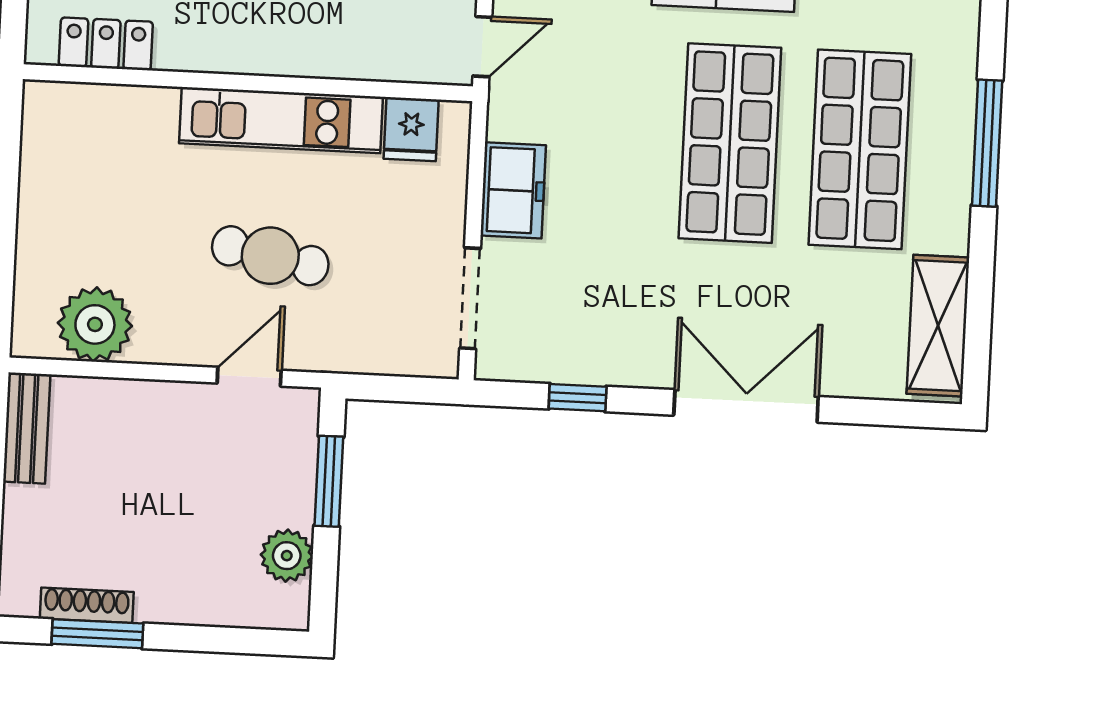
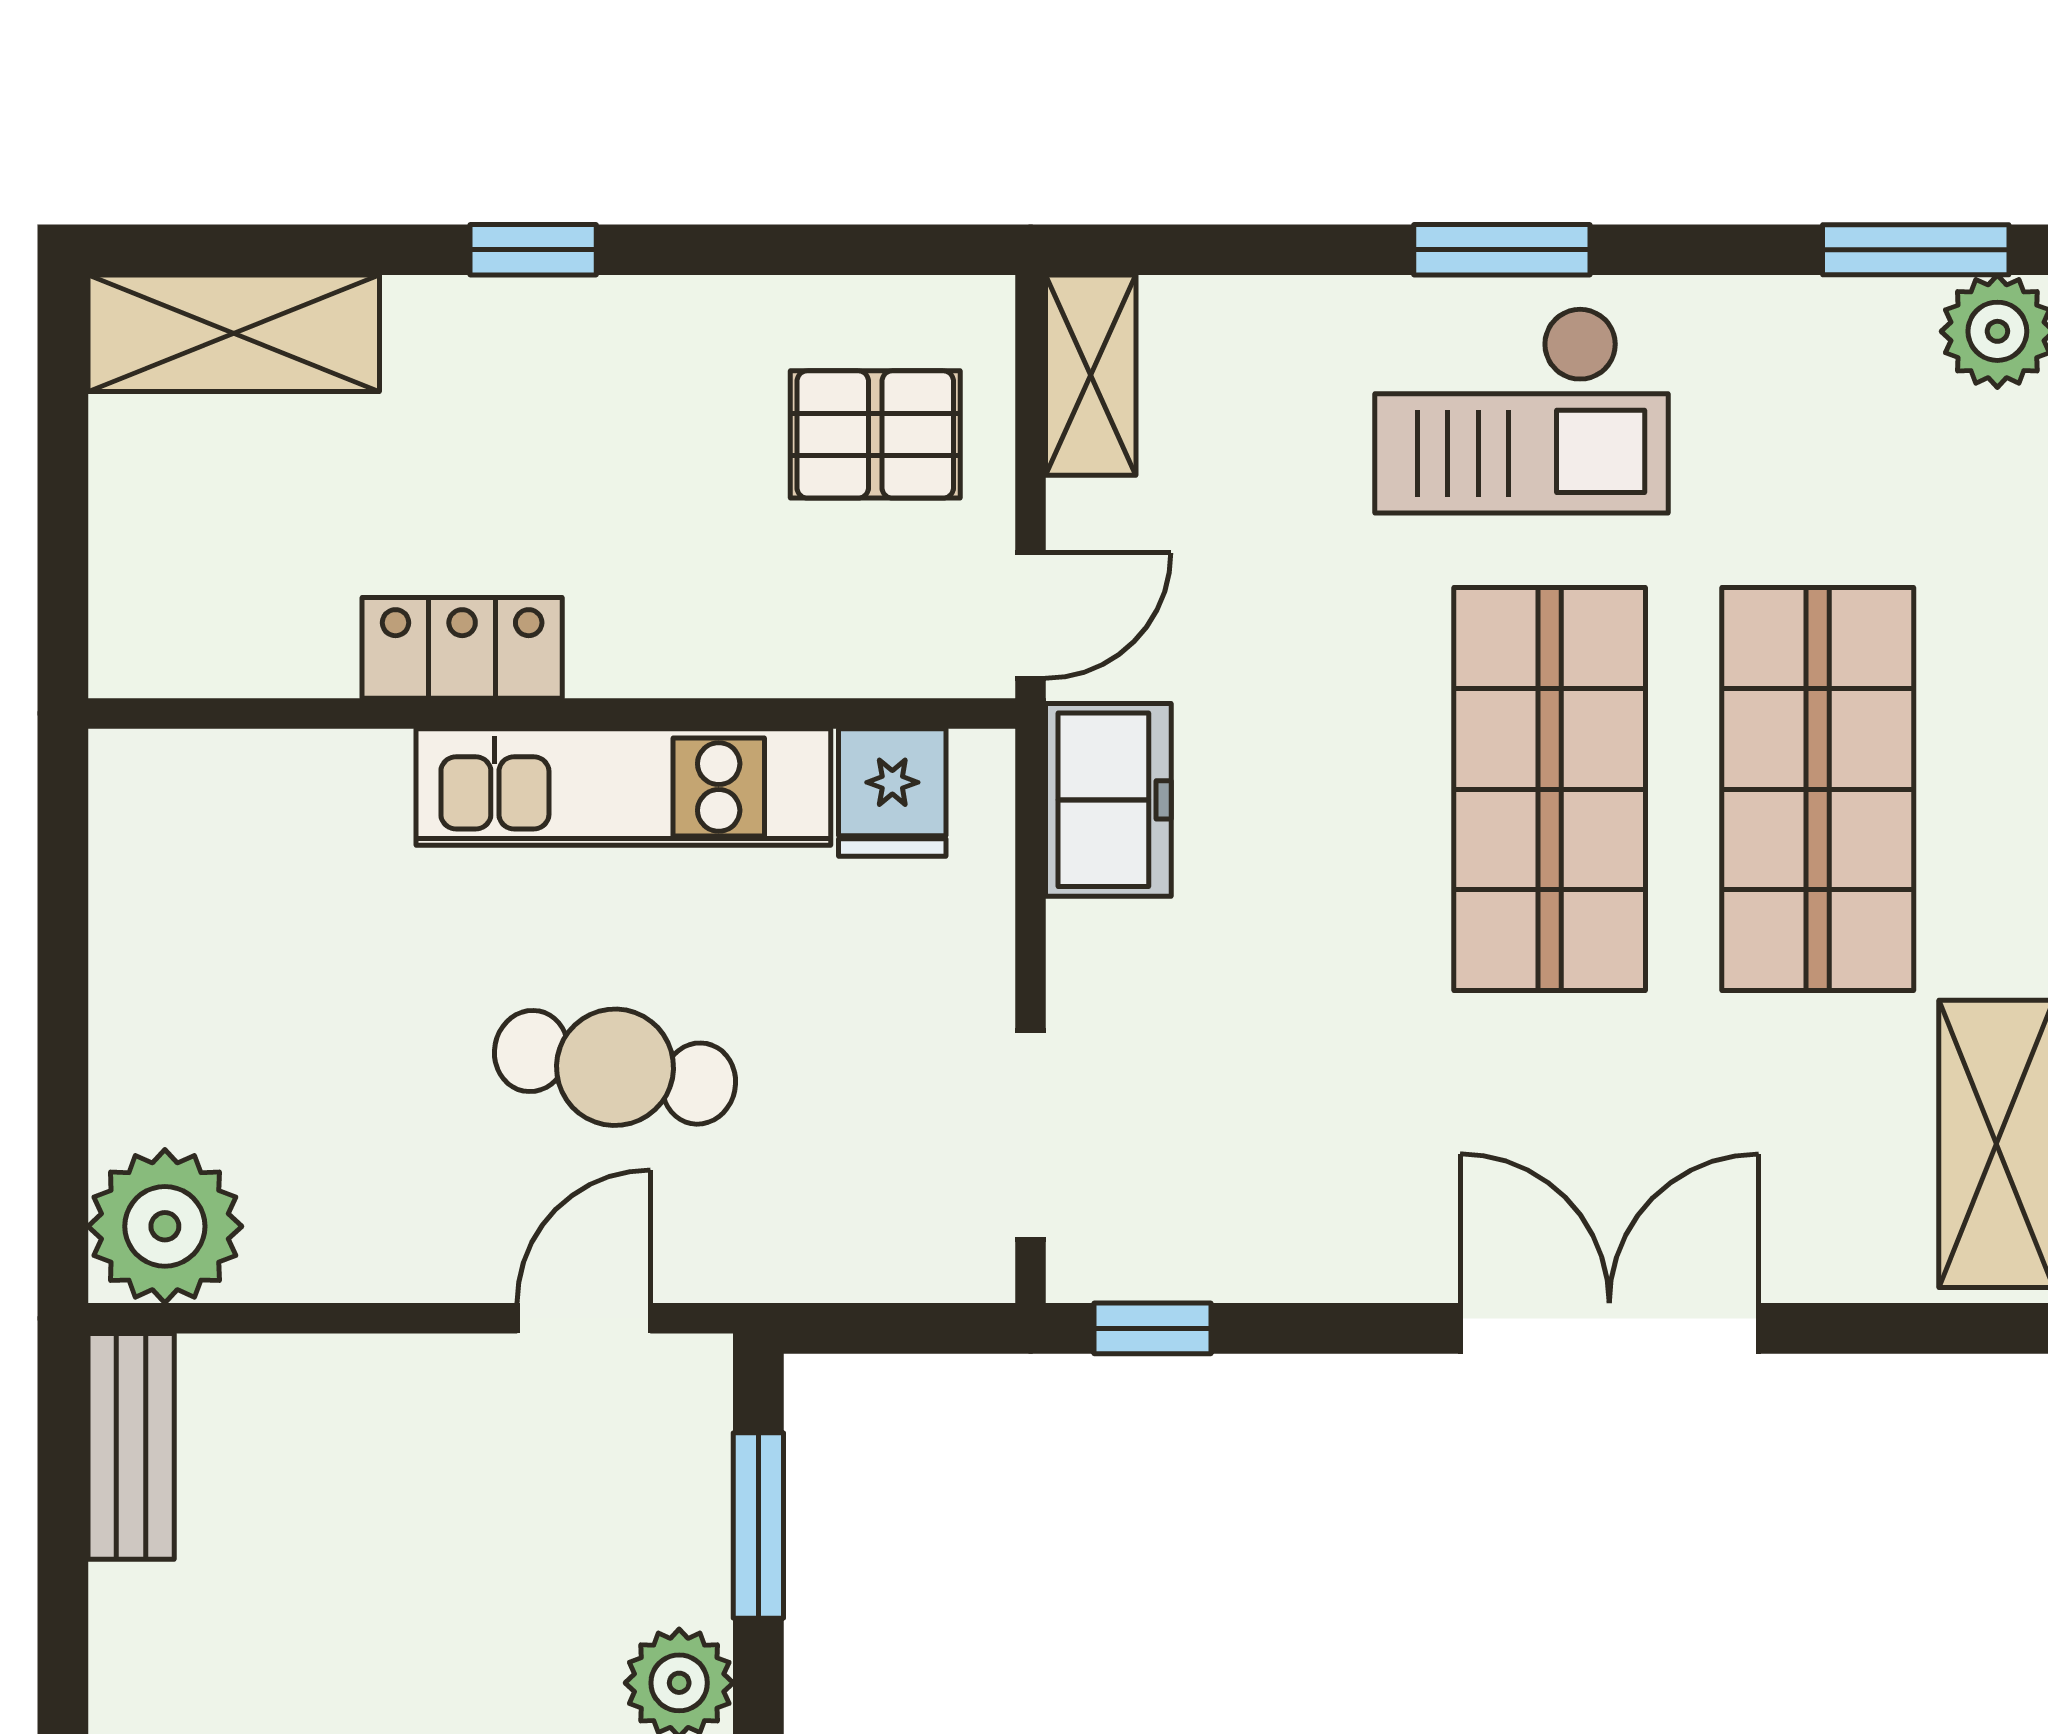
locker: (106, 44) -> (462, 648), moved
freezer: (513, 190) -> (1108, 800), moved
plant: (95, 324) -> (165, 1226), moved
window: (578, 398) -> (1153, 1328), moved

